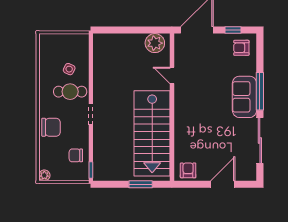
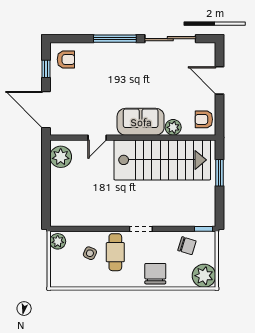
plant: (80, 40) -> (58, 241), added
armchair: (241, 48) -> (66, 59), turned -90
sofa: (244, 97) -> (141, 122), moved, turned 180
plant: (181, 143) -> (173, 127), added
chair: (76, 155) -> (187, 246), turned -73
plant: (44, 175) -> (204, 276), width x1.88, depth x1.88

